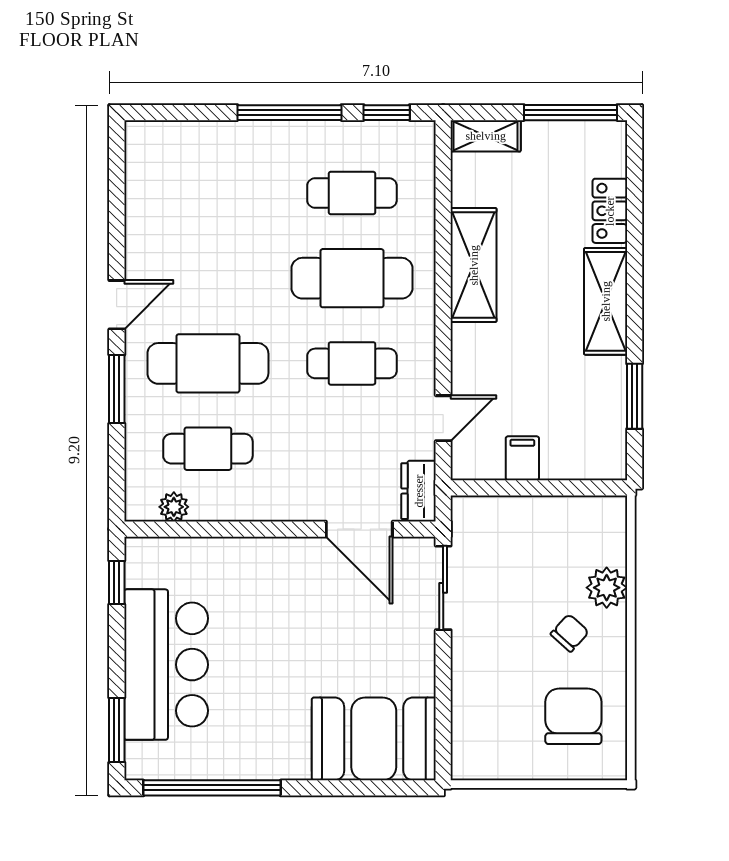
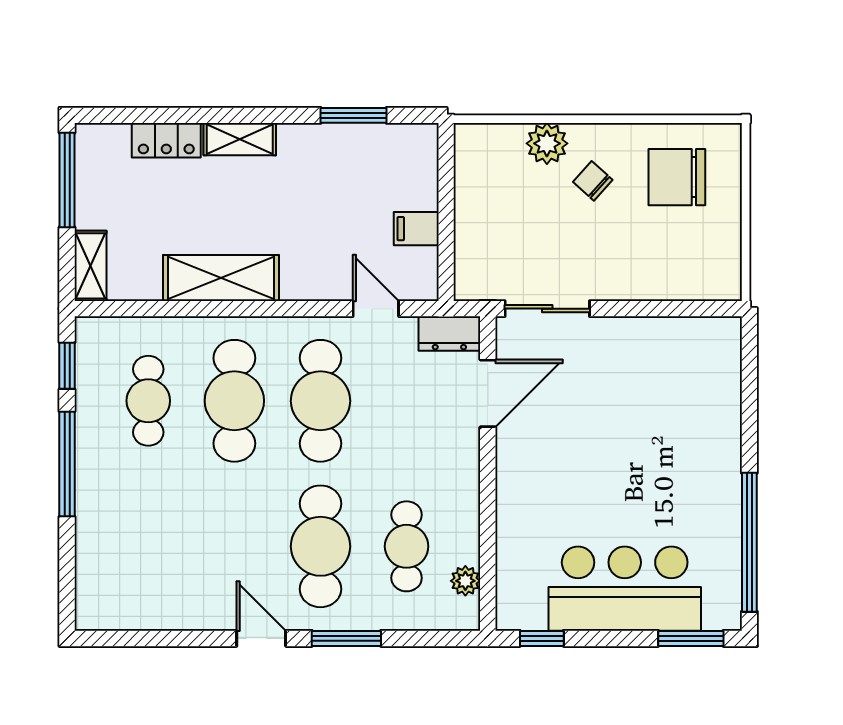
shelving: (606, 301) -> (240, 139), width x0.67, depth x0.75
cafe table: (352, 363) -> (320, 401), width x1.37, depth x1.35
booth: (374, 739) -> (700, 379), removed

